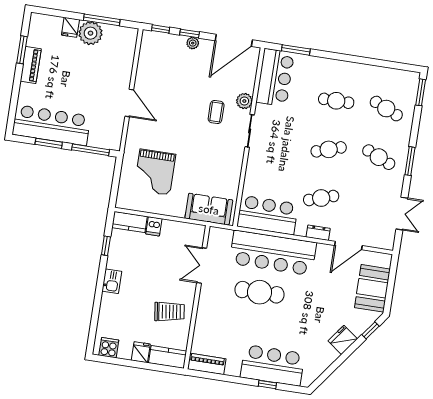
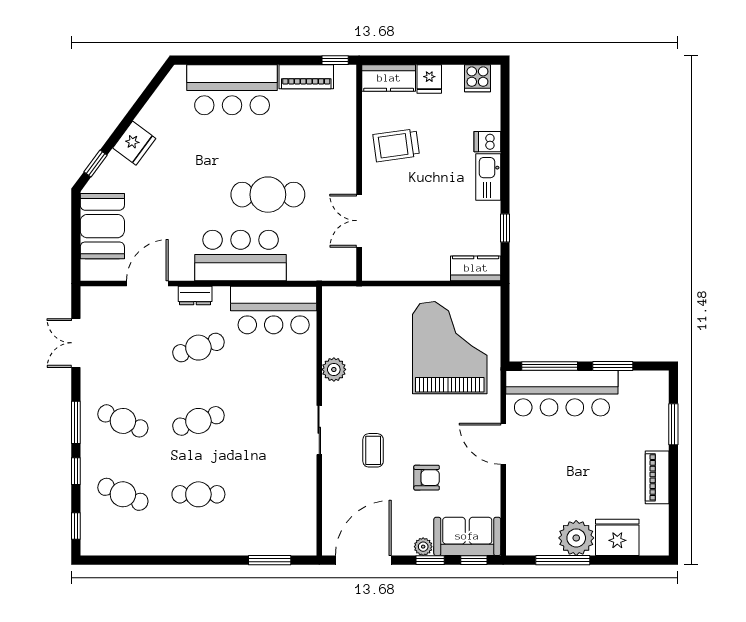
fridge: (70, 27) -> (617, 537), width x1.88, depth x1.34
window: (22, 50) -> (673, 424), moved
bar counter: (275, 77) -> (294, 515), removed
armchair: (183, 88) -> (427, 478), added
window: (421, 92) -> (76, 526), width x0.67
plant: (244, 101) -> (334, 369), moved
bar counter: (51, 125) -> (562, 393), moved
window: (415, 129) -> (76, 471), added
grand piano: (155, 172) -> (450, 348), width x1.37, depth x1.48
sofa: (209, 209) -> (467, 536), moved, turned 180
dishwasher: (154, 226) -> (487, 142), moved, turned -90
bar counter: (273, 253) -> (241, 256), width x0.73
double door: (202, 266) -> (359, 221), swing flipped
kitchen sink: (112, 281) -> (488, 177), width x1.38
piano: (207, 364) -> (306, 77), moved
window: (267, 385) -> (335, 60), moved

